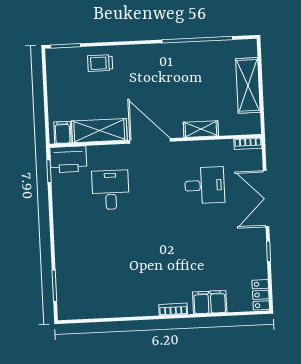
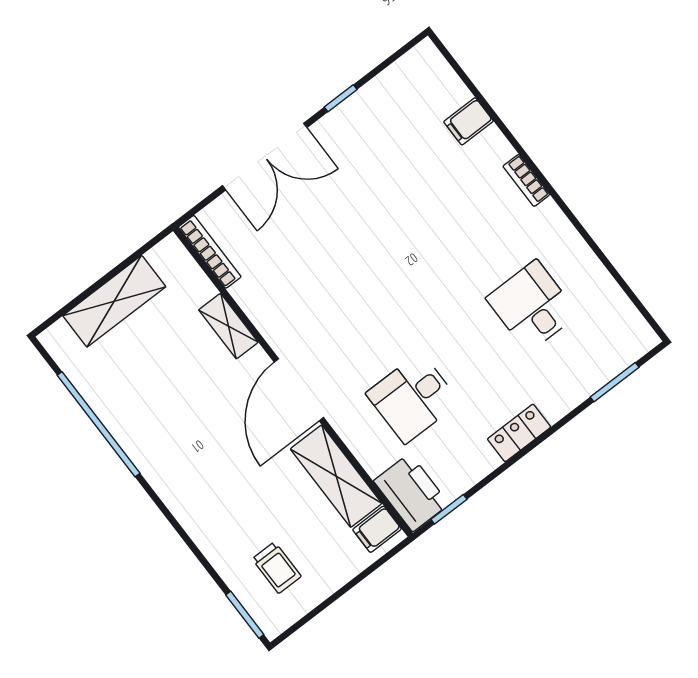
trolley: (100, 63) -> (277, 568), moved
bookcase: (248, 144) -> (210, 252), width x1.56
desk: (205, 185) -> (532, 306), moved
locker: (261, 295) -> (519, 433), moved, turned 180
filing cabinet: (210, 302) -> (469, 121), width x0.50

